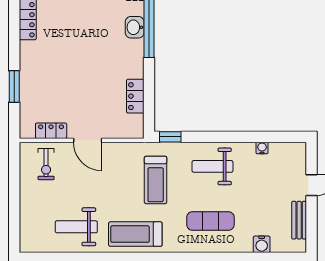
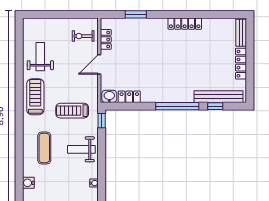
washbasin: (135, 27) -> (109, 96), moved
weight bench: (212, 166) -> (81, 149), turned -90

